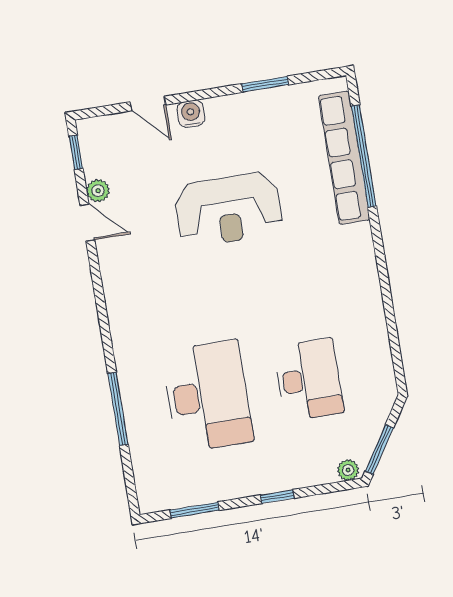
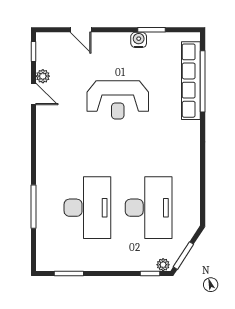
water cooler: (191, 114) -> (139, 40), moved
desk: (309, 380) -> (149, 208), width x1.36, depth x1.30
window: (277, 497) -> (150, 274), moved

